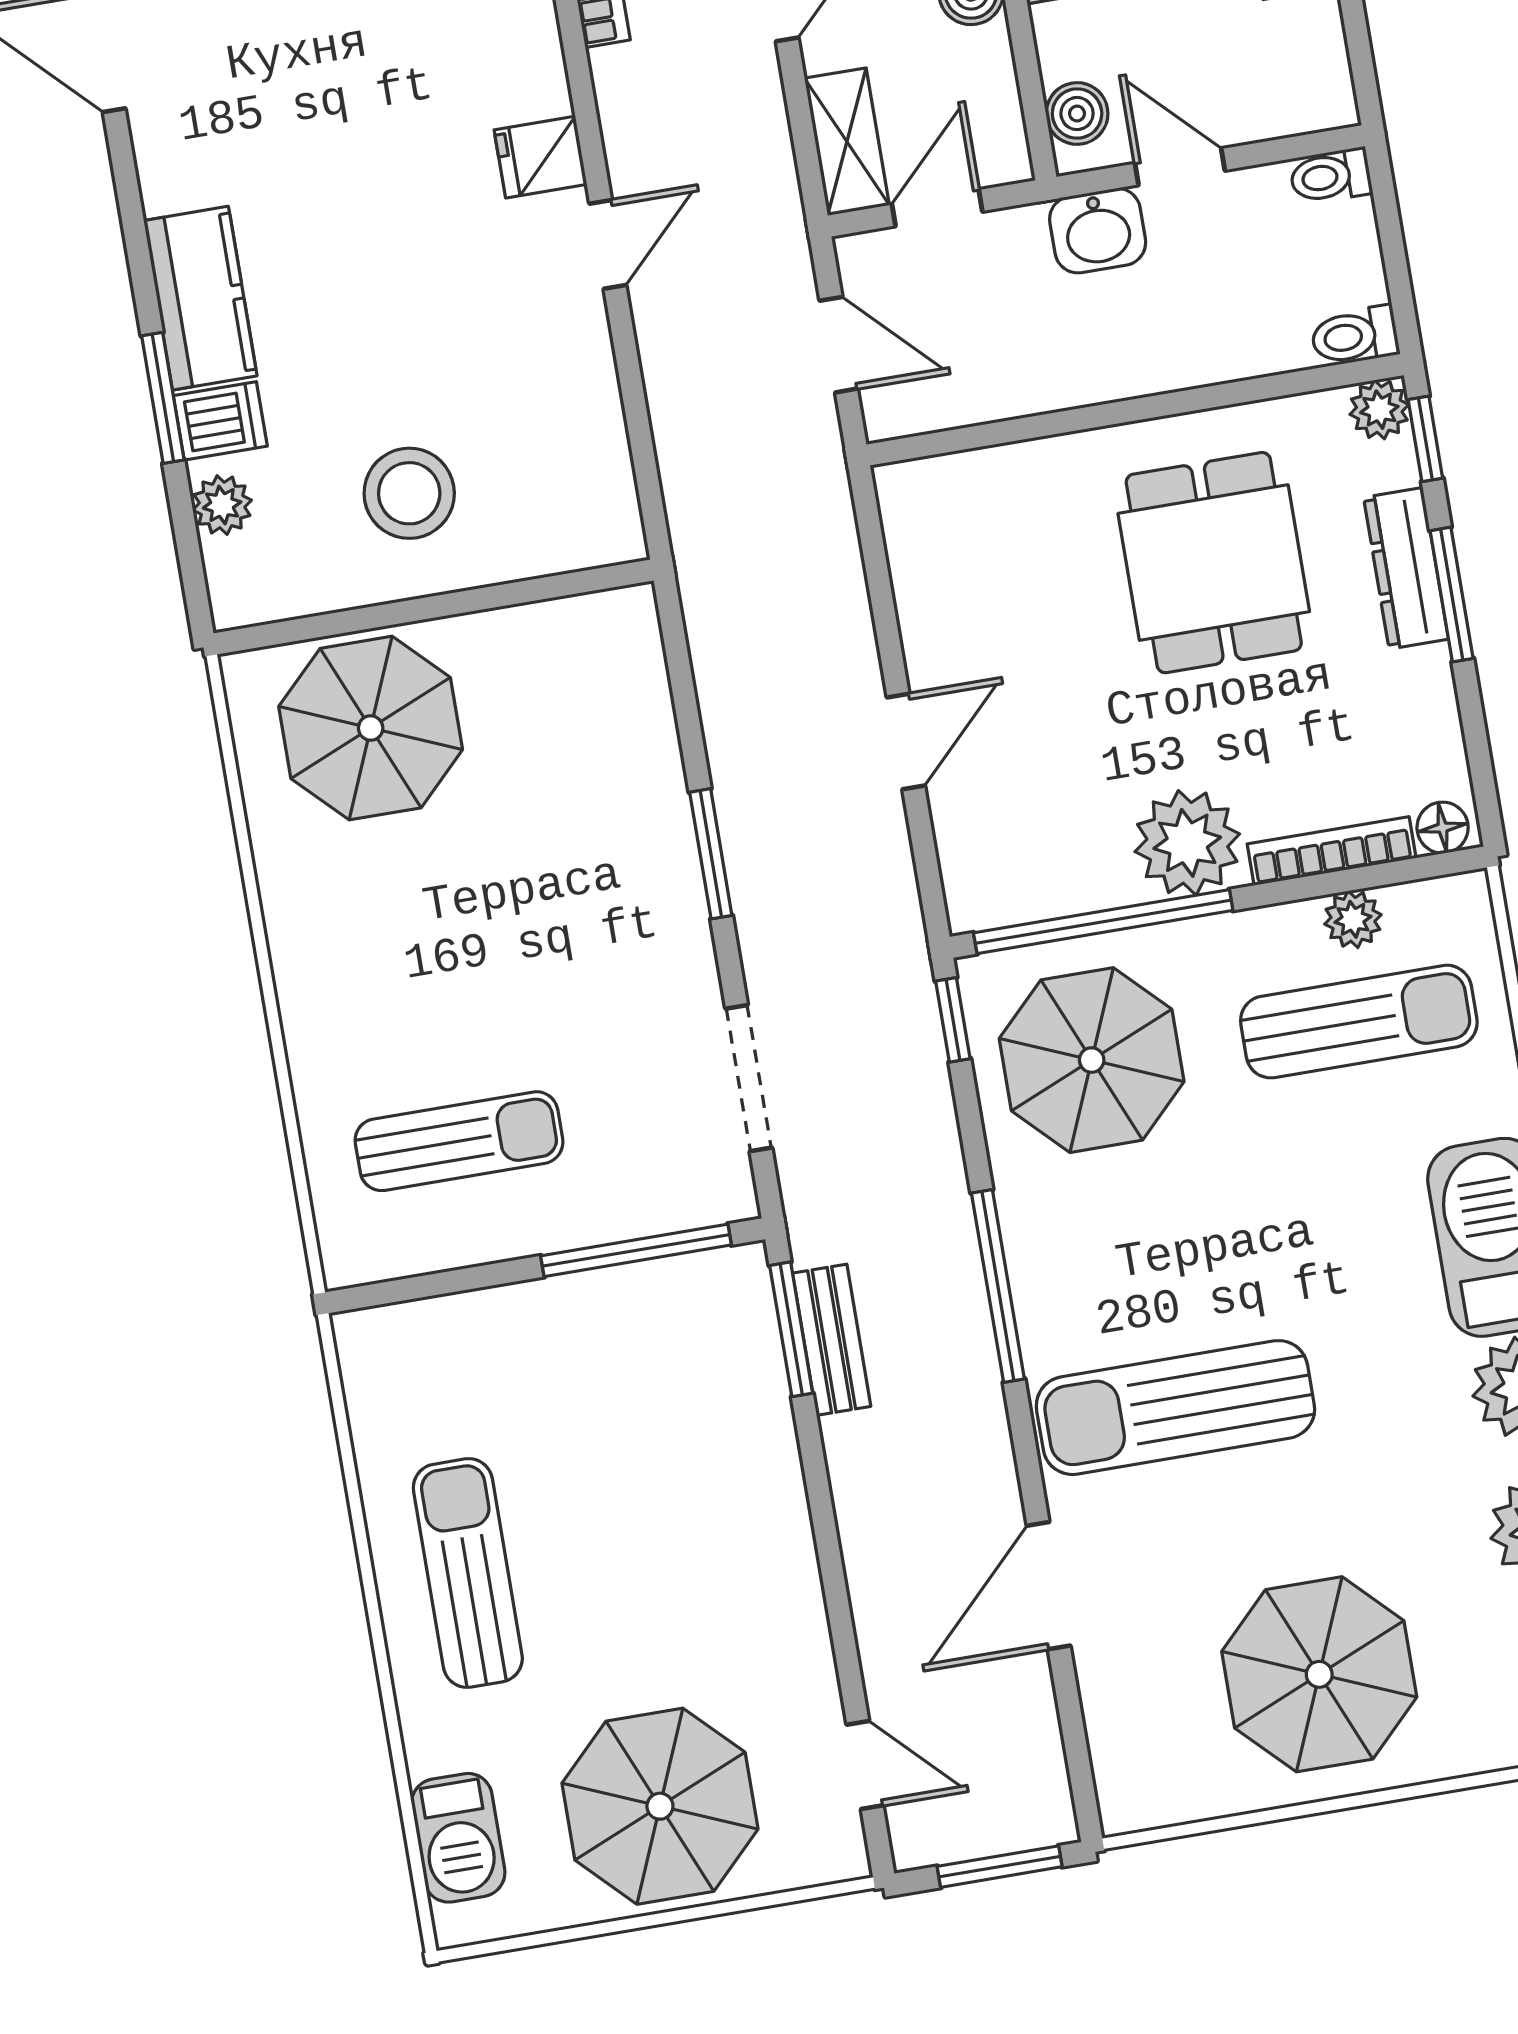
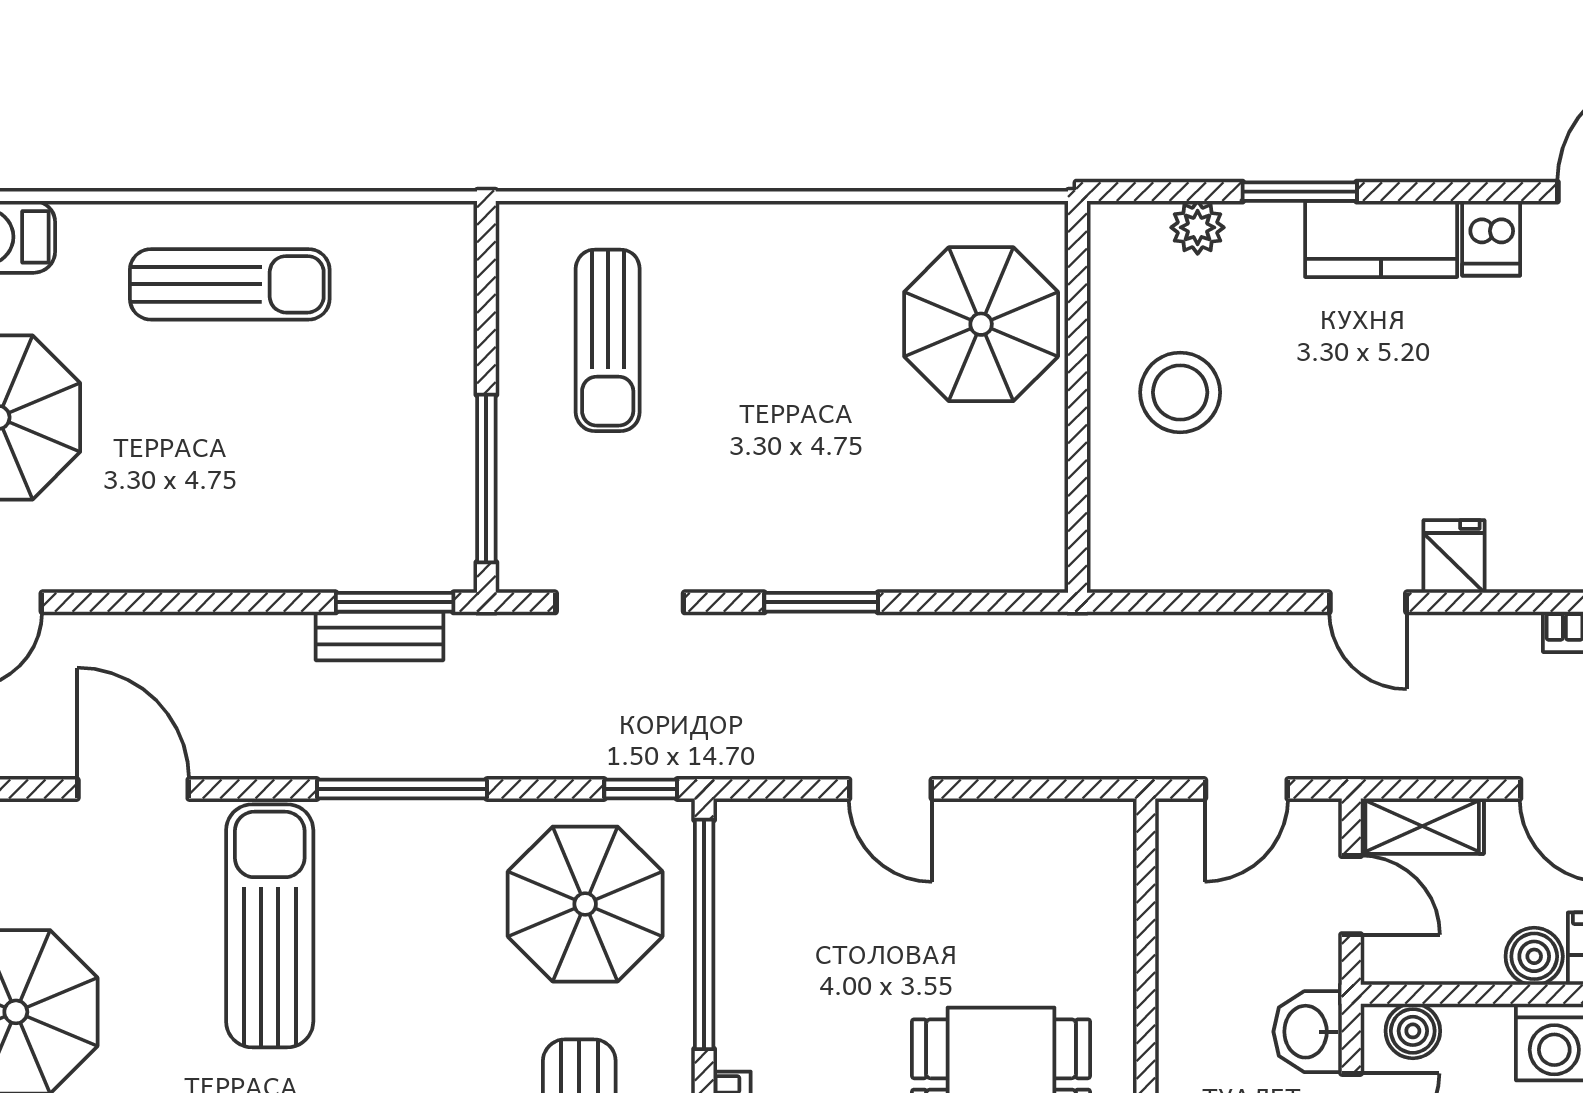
dishwasher: (220, 421) -> (1491, 238), moved
plant: (1187, 843) -> (760, 1019), removed

